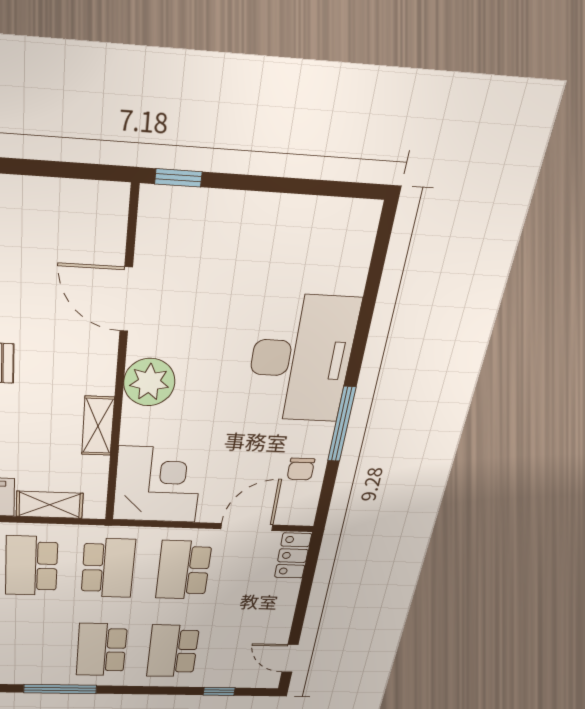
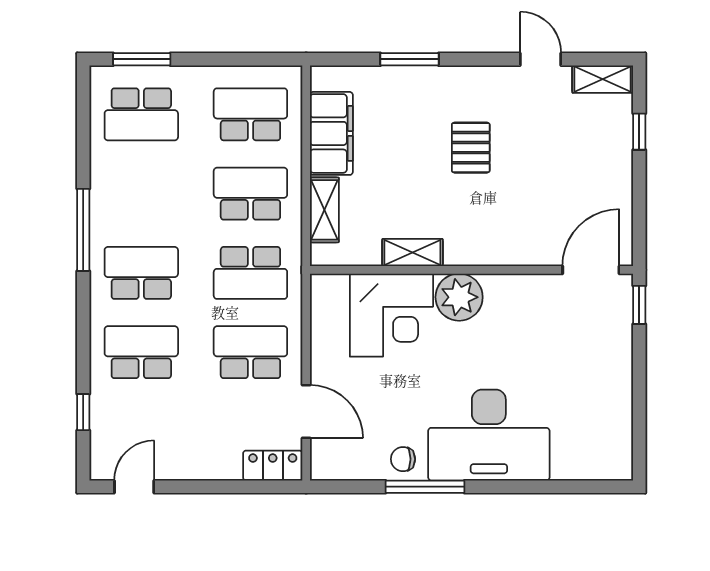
door: (126, 300) -> (591, 270), moved
chair: (301, 469) -> (403, 459), moved
corner desk: (158, 485) -> (391, 315), moved

